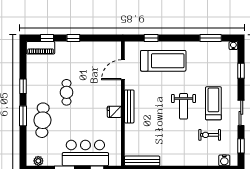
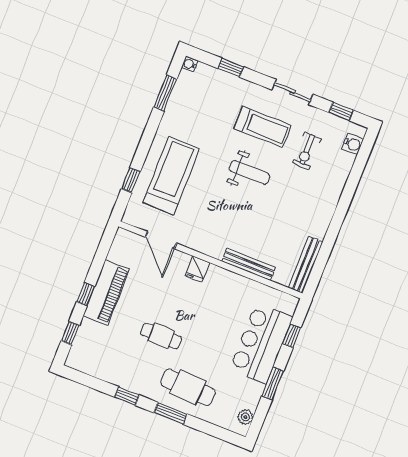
piano: (41, 48) -> (106, 292), moved, width x1.37, depth x1.33
treadmill: (213, 103) -> (262, 127), turned 180
bench: (129, 106) -> (249, 264), moved
fridge: (114, 112) -> (197, 269), moved

